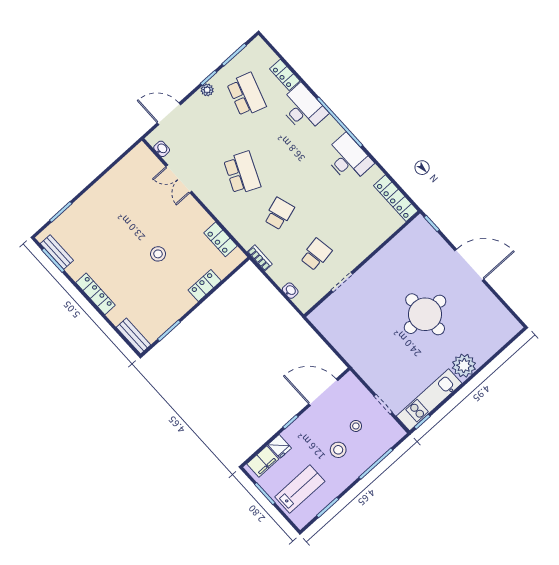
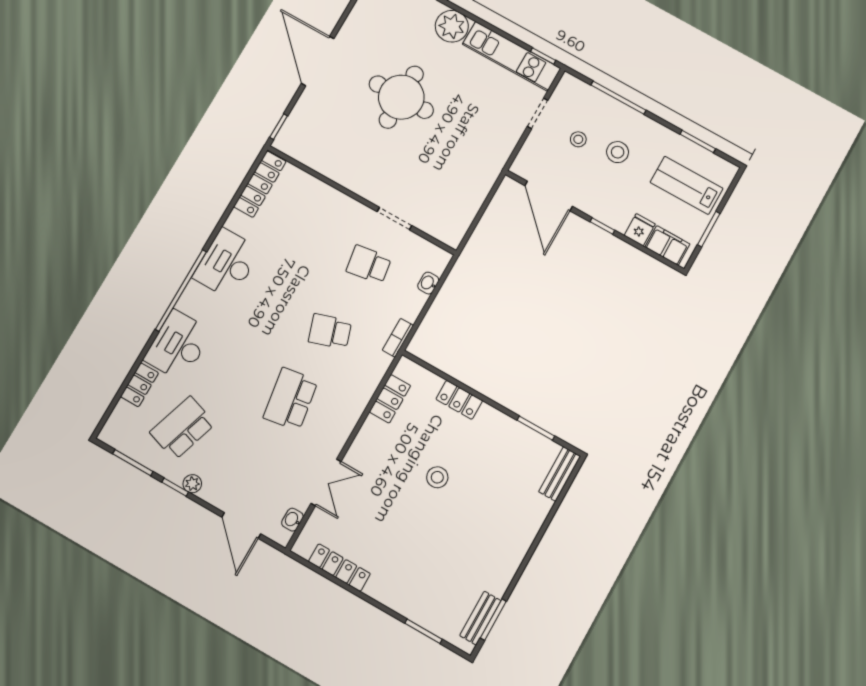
school desk: (242, 173) -> (291, 399), turned -33
locker: (96, 294) -> (339, 568), moved, turned 90

